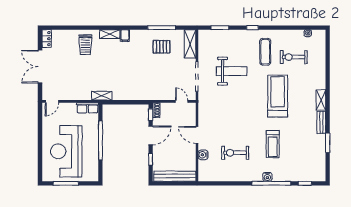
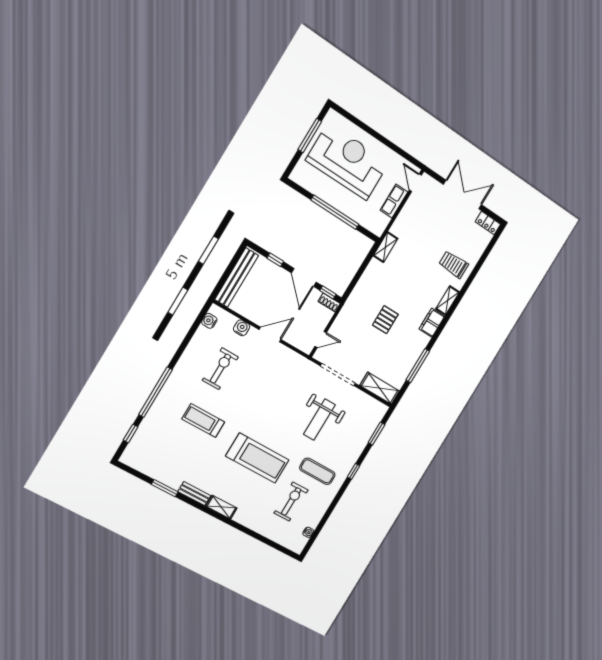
filing cabinet: (125, 36) -> (432, 323), width x2.00
pallet: (161, 47) -> (385, 320), moved
row of seats: (88, 108) -> (394, 201), moved
water cooler: (267, 177) -> (209, 321), moved

